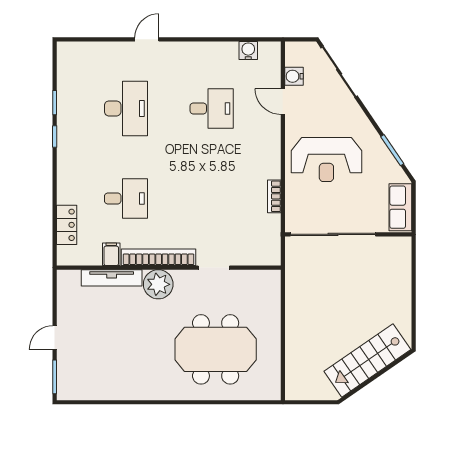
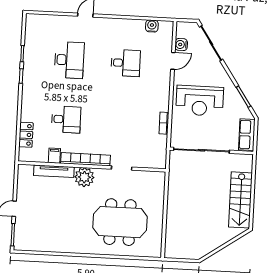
door: (283, 102) -> (173, 61), swing flipped
stairs: (367, 360) -> (240, 200), moved, turned -55

